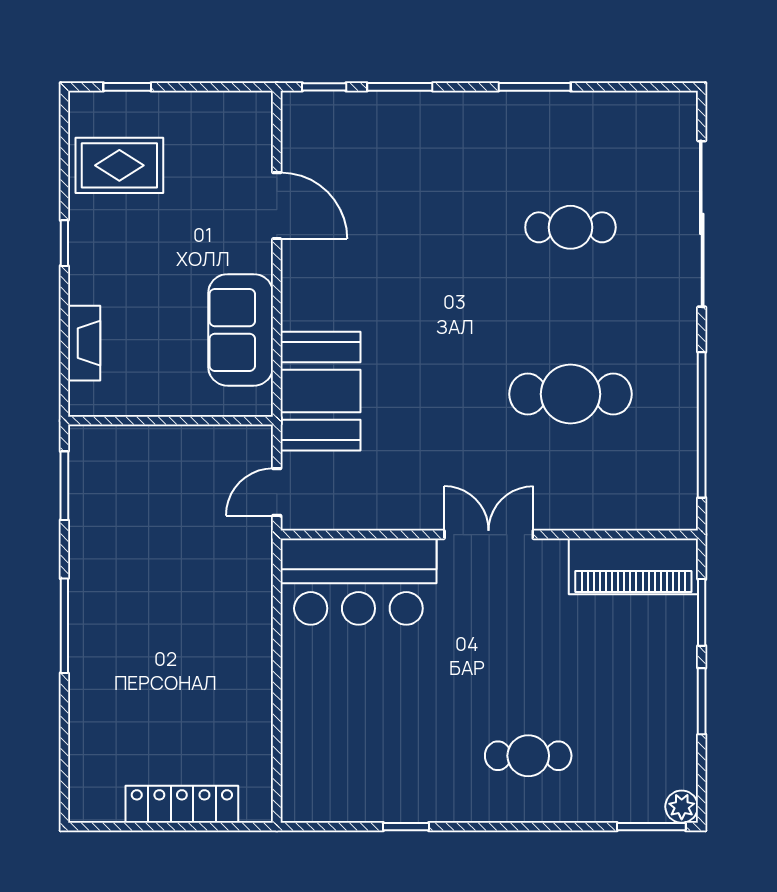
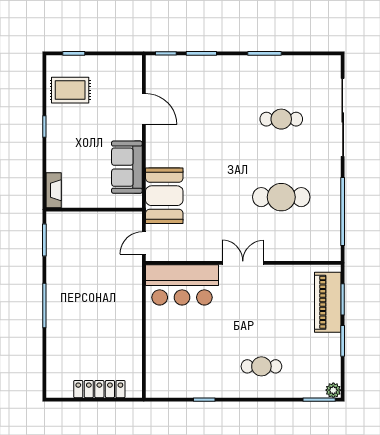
fireplace: (84, 343) -> (54, 190), moved
piano: (633, 566) -> (328, 302), moved, turned 90

